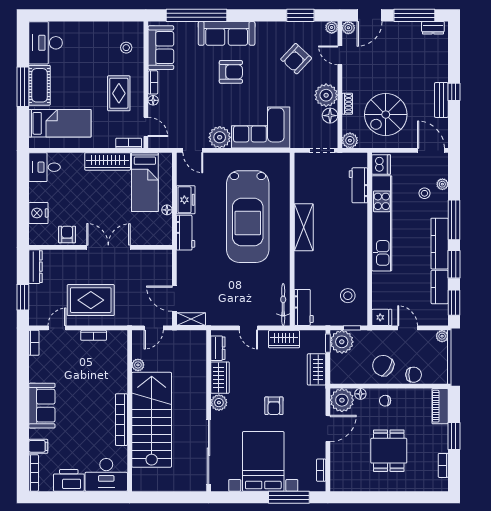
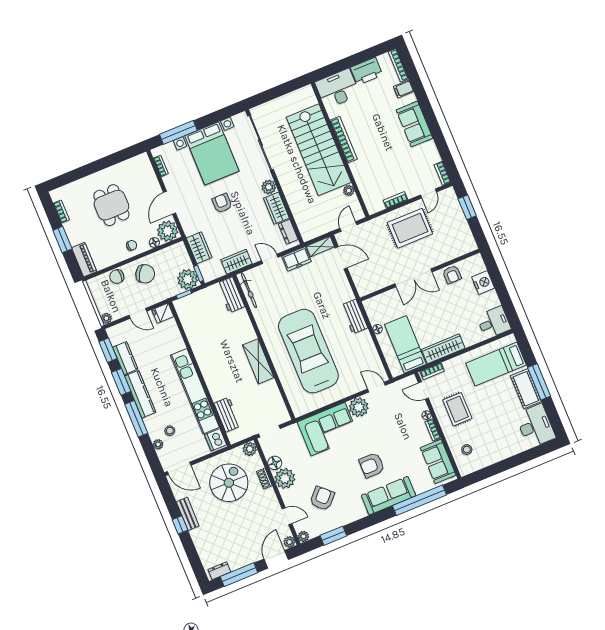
freezer: (186, 200) -> (297, 259), moved, turned -90
dresser: (35, 267) -> (467, 237), removed
stool: (348, 296) -> (198, 320), removed

